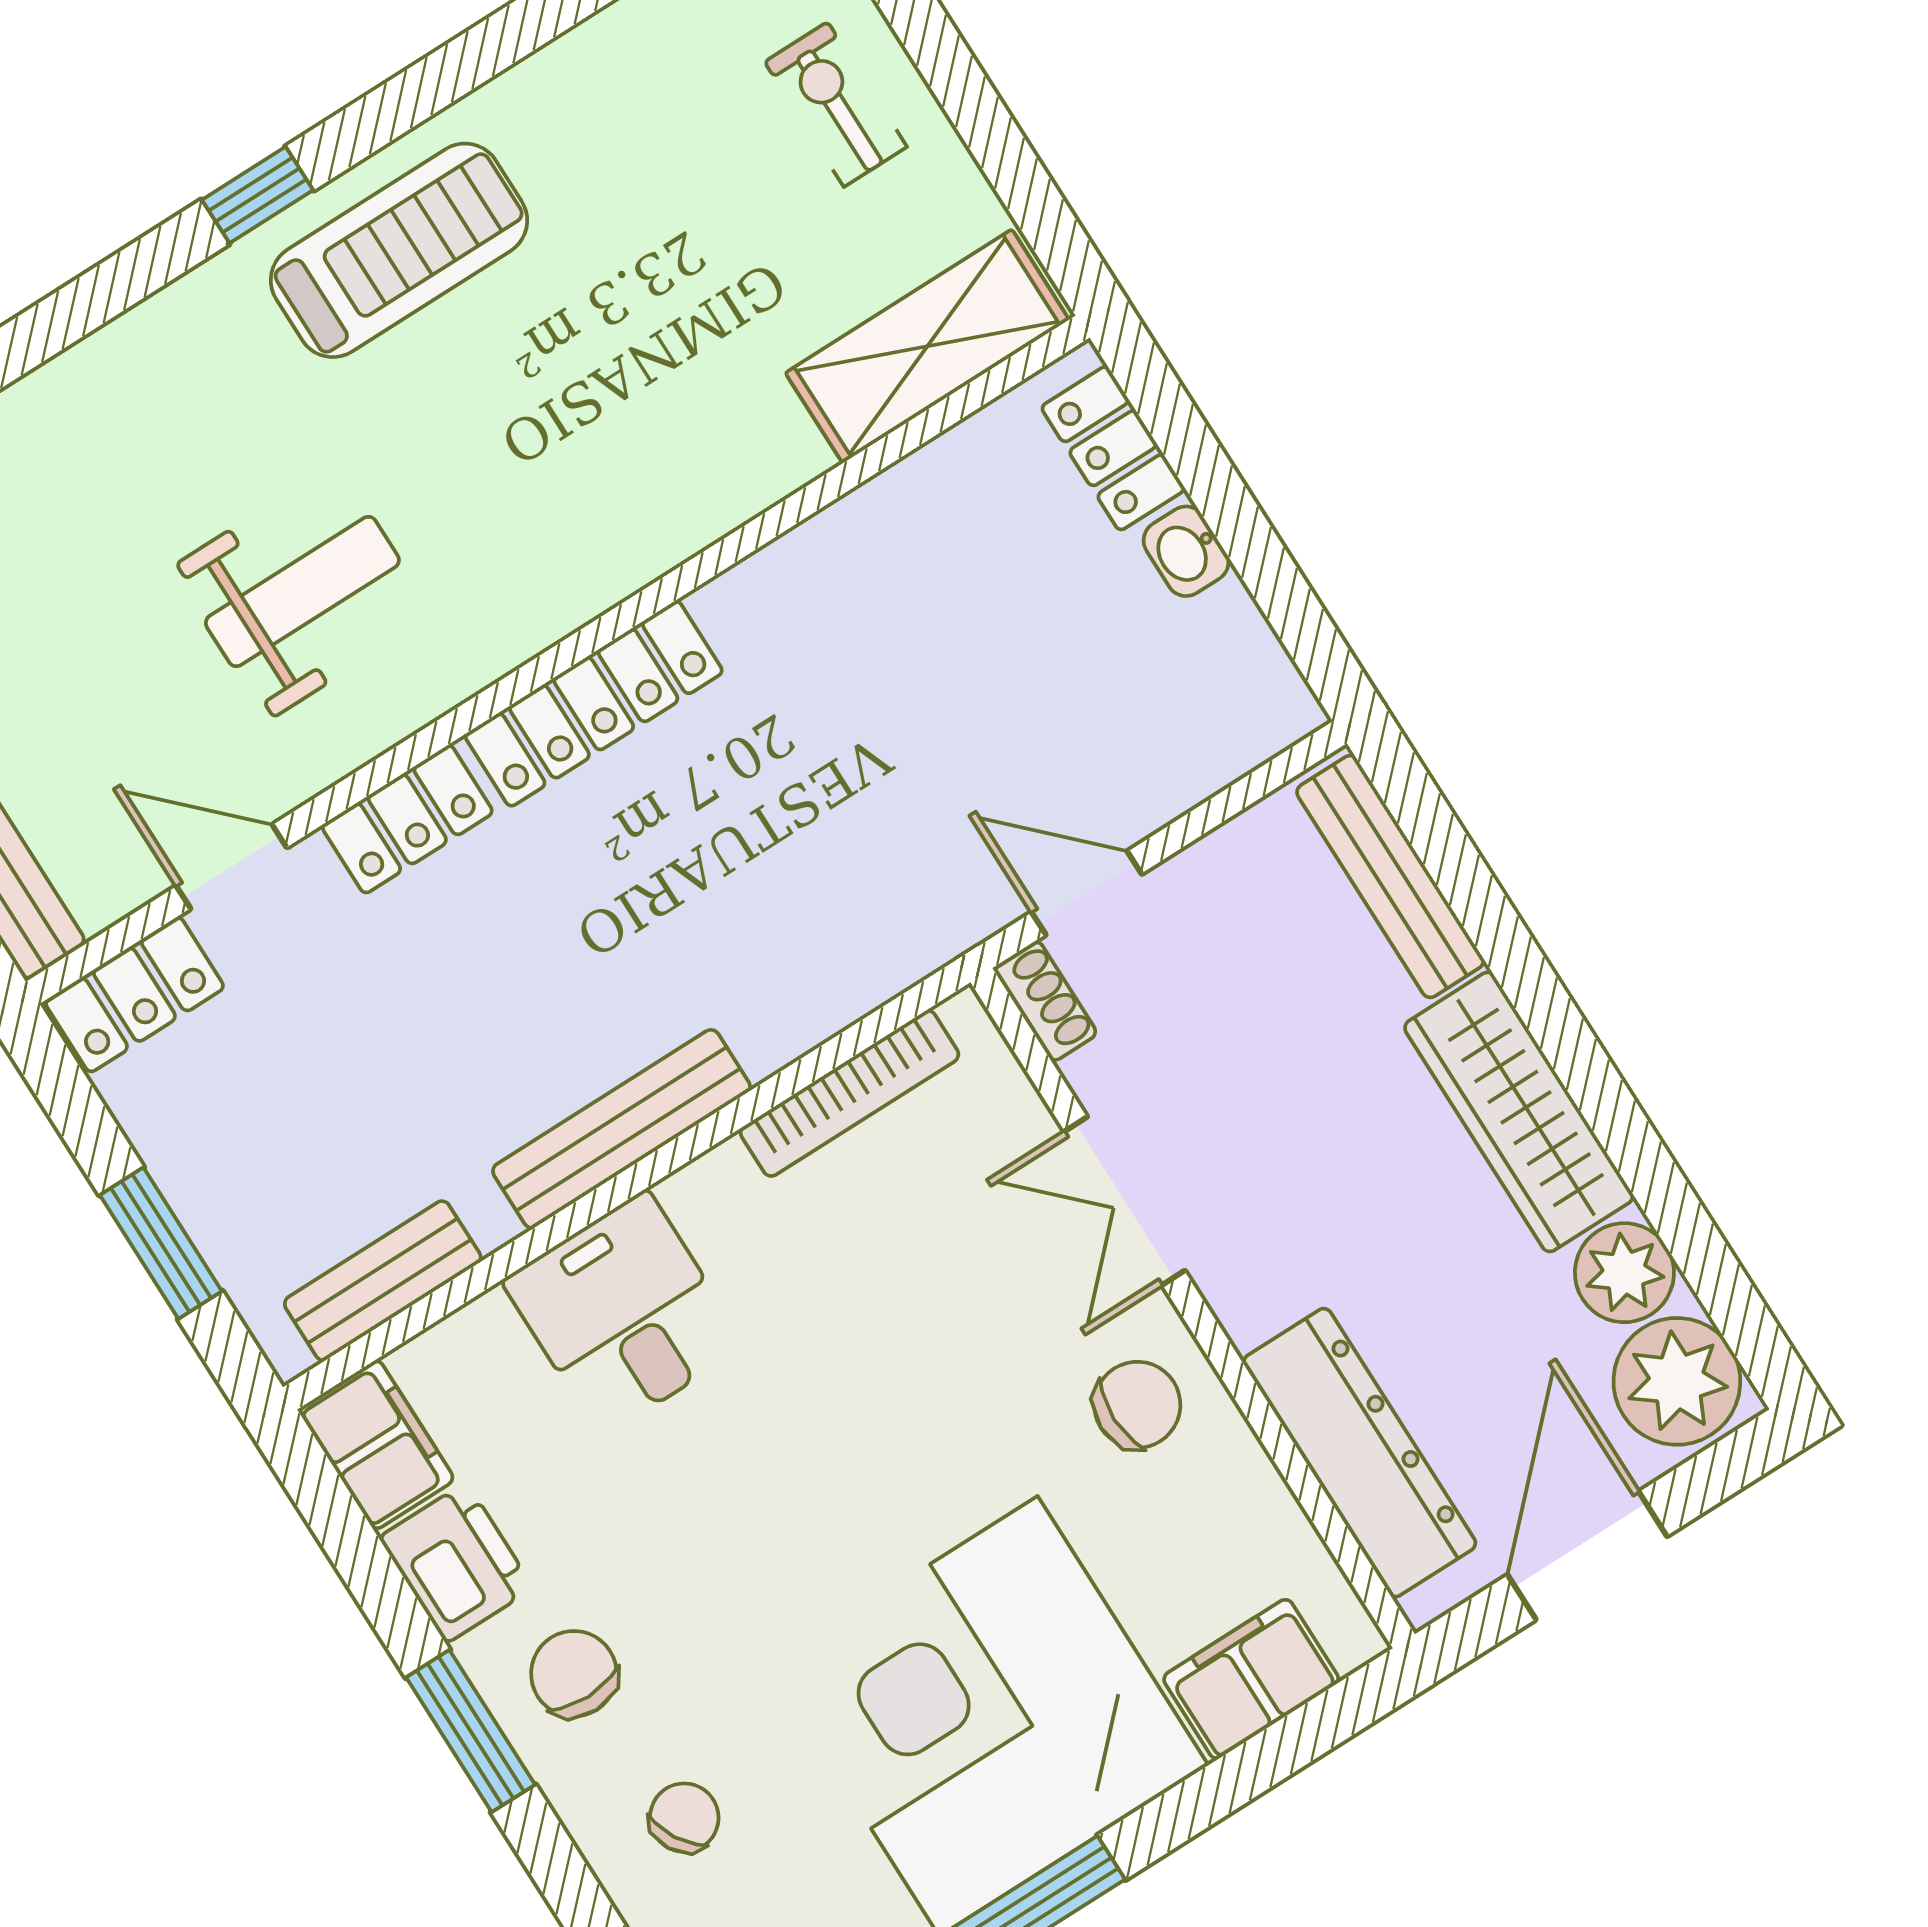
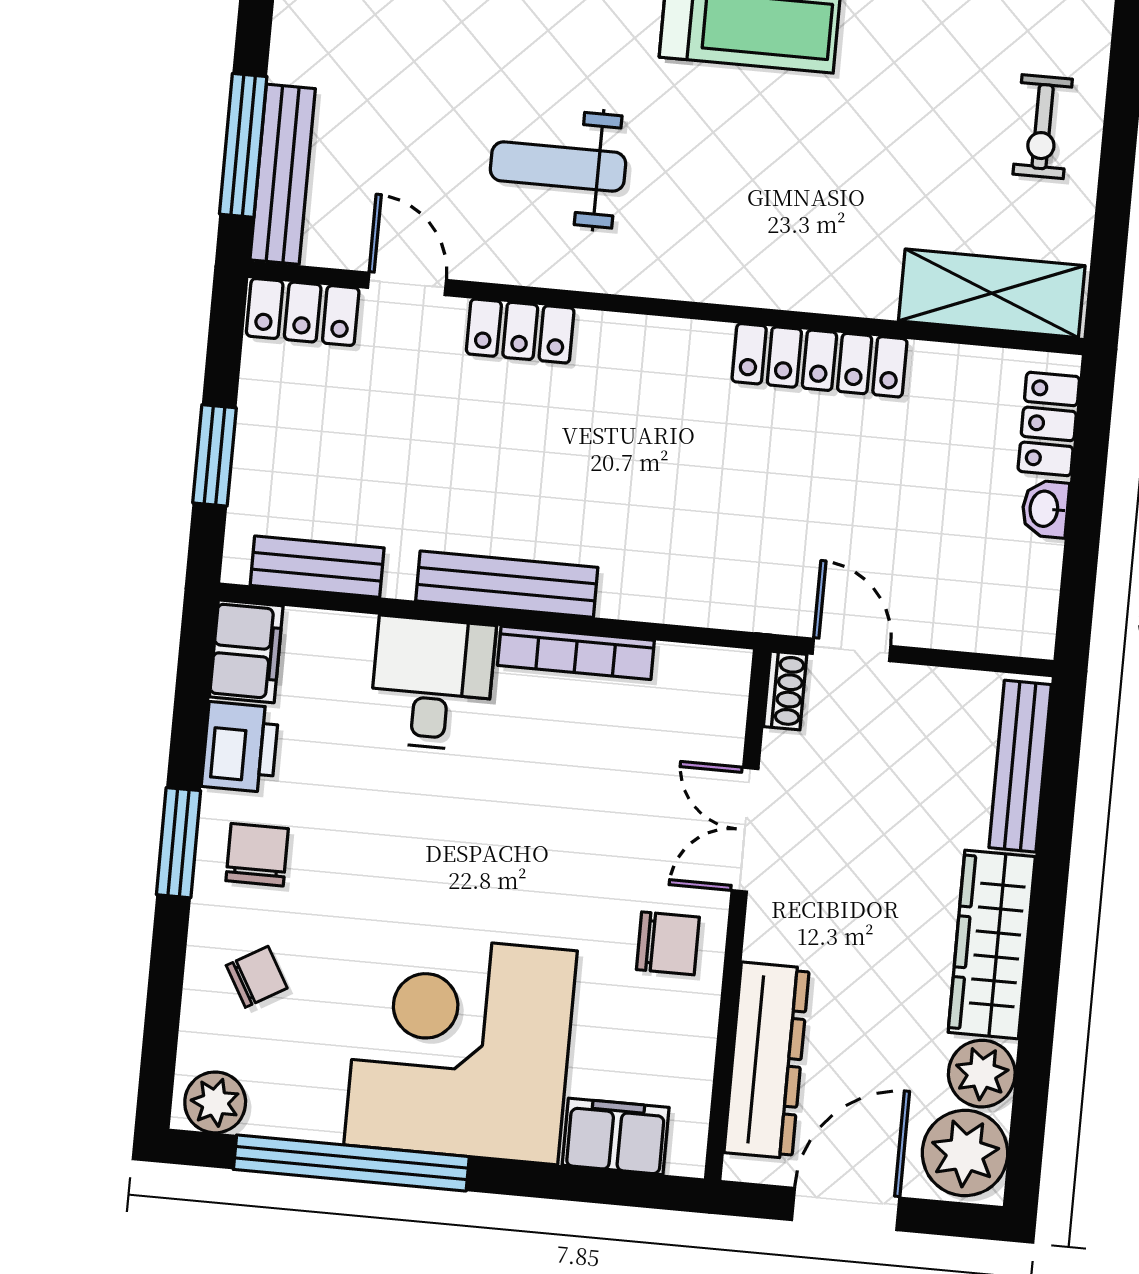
exercise bike: (836, 104) -> (1043, 127), turned 180
weight bench: (302, 592) -> (558, 167), turned 180
locker: (594, 704) -> (819, 360), moved
bookcase: (849, 1093) -> (576, 653), moved

